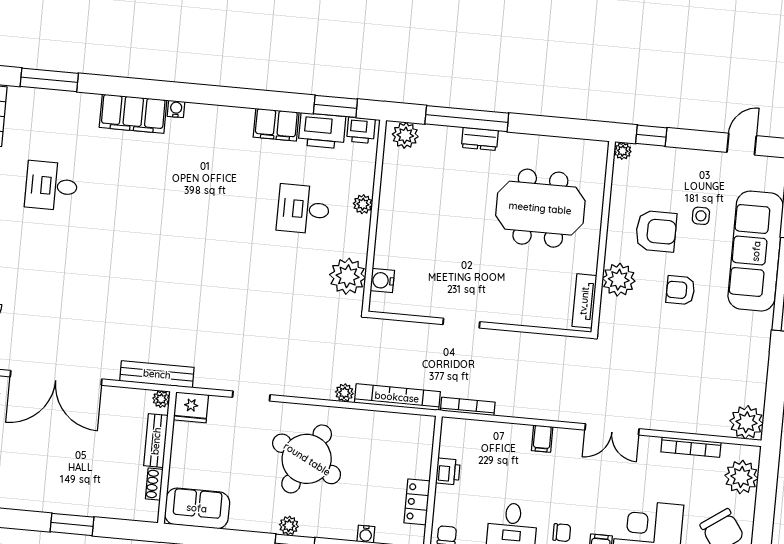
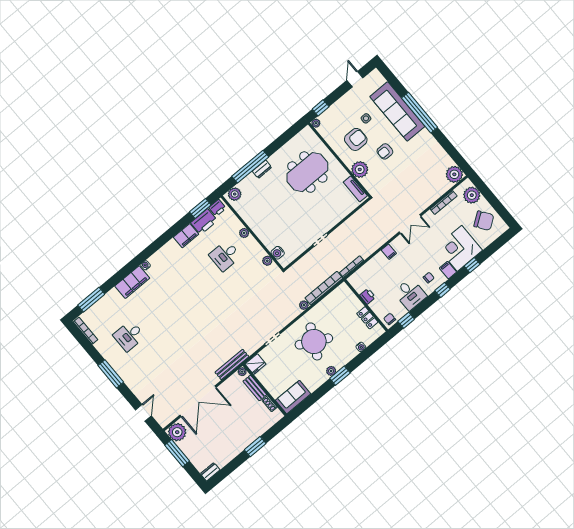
plant: (348, 276) -> (267, 261), width x0.53, depth x0.53

